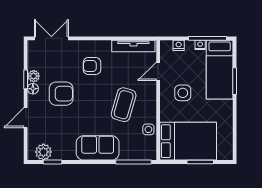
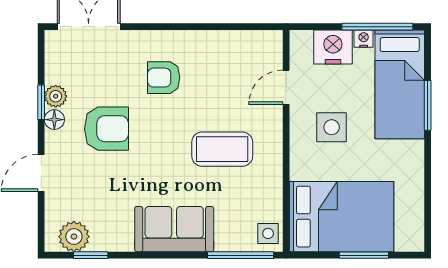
nightstand: (179, 45) -> (333, 47), width x1.89, depth x1.79
tv unit: (133, 46) -> (240, 41), removed
coffee table: (124, 105) -> (222, 149), turned 74
side table: (148, 129) -> (268, 233), moved

